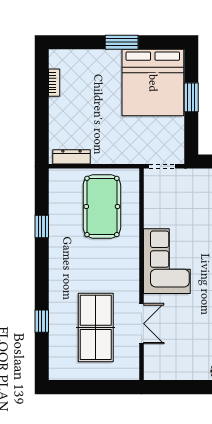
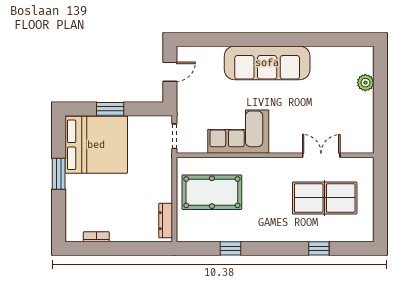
corner sofa: (167, 261) -> (238, 132), moved

